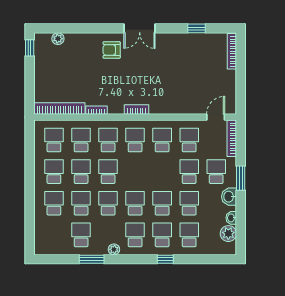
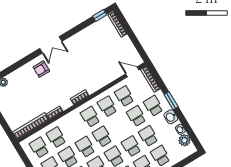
window: (197, 28) -> (100, 15), moved
door: (216, 117) -> (132, 72), hinge flipped
school desk: (108, 140) -> (102, 137), moved

